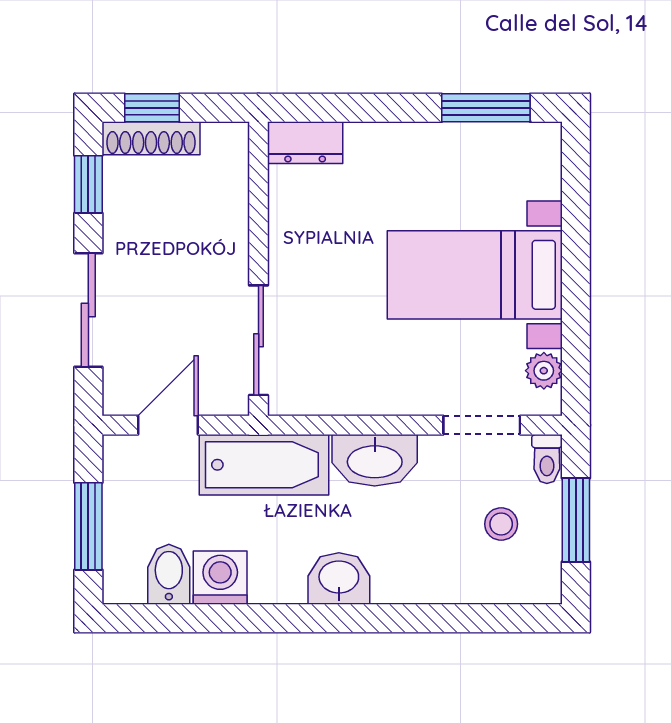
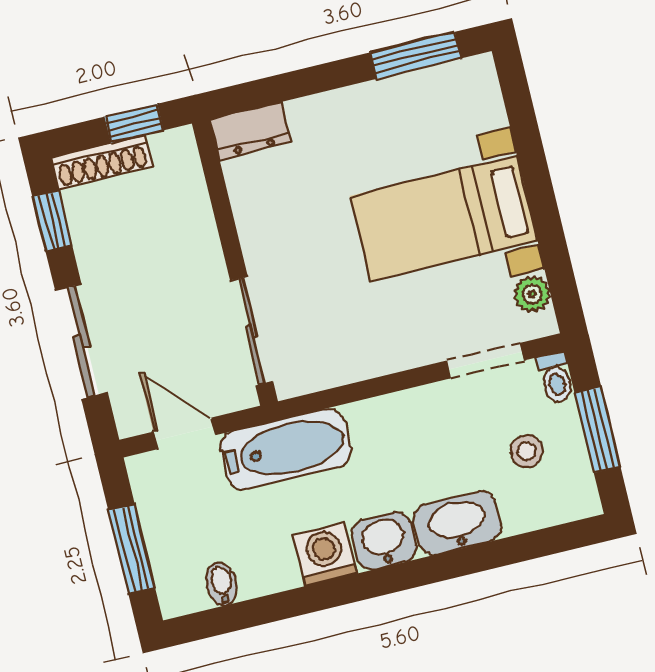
window: (152, 108) -> (134, 124), moved
door: (168, 425) -> (184, 433), hinge flipped
washbasin: (375, 460) -> (458, 523), moved, turned 180
bidet: (169, 574) -> (222, 584), width x0.72, depth x0.74
washing machine: (220, 578) -> (325, 554), moved

